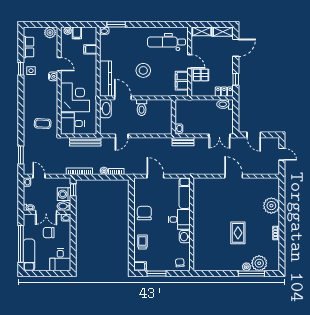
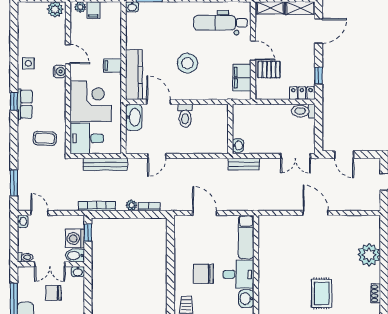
row of seats: (29, 47) -> (25, 104), moved
filing cabinet: (90, 49) -> (112, 65), moved
window: (21, 69) -> (14, 101), moved
chair: (144, 213) -> (203, 274), moved, turned -90

